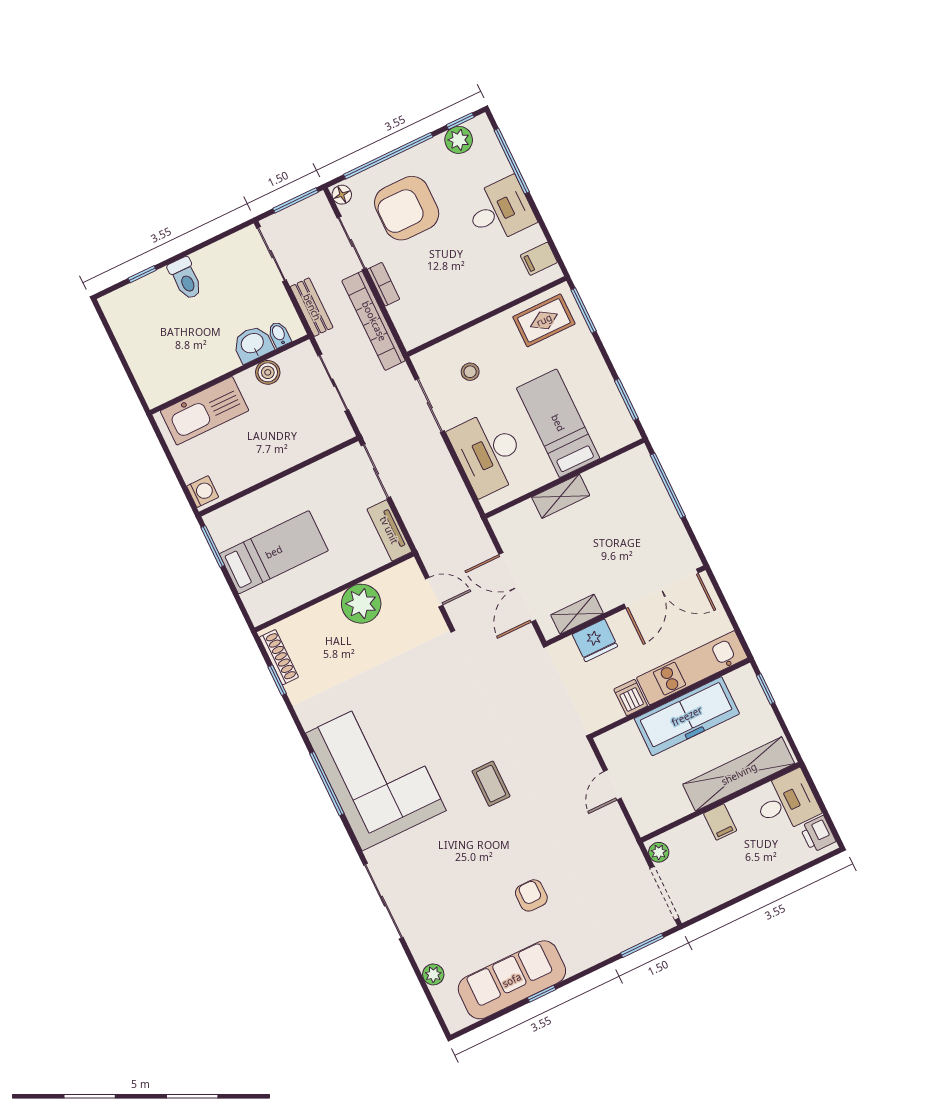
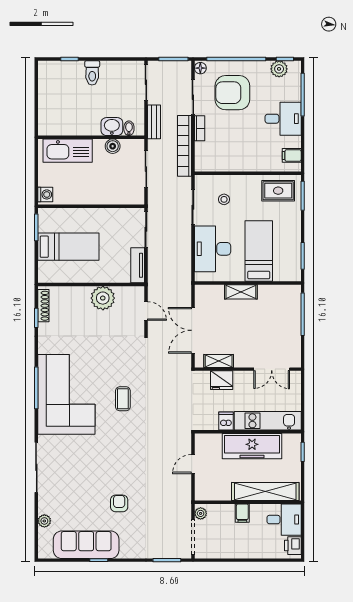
double door: (661, 589) -> (272, 369), width x0.73
coffee table: (491, 784) -> (123, 399), moved

